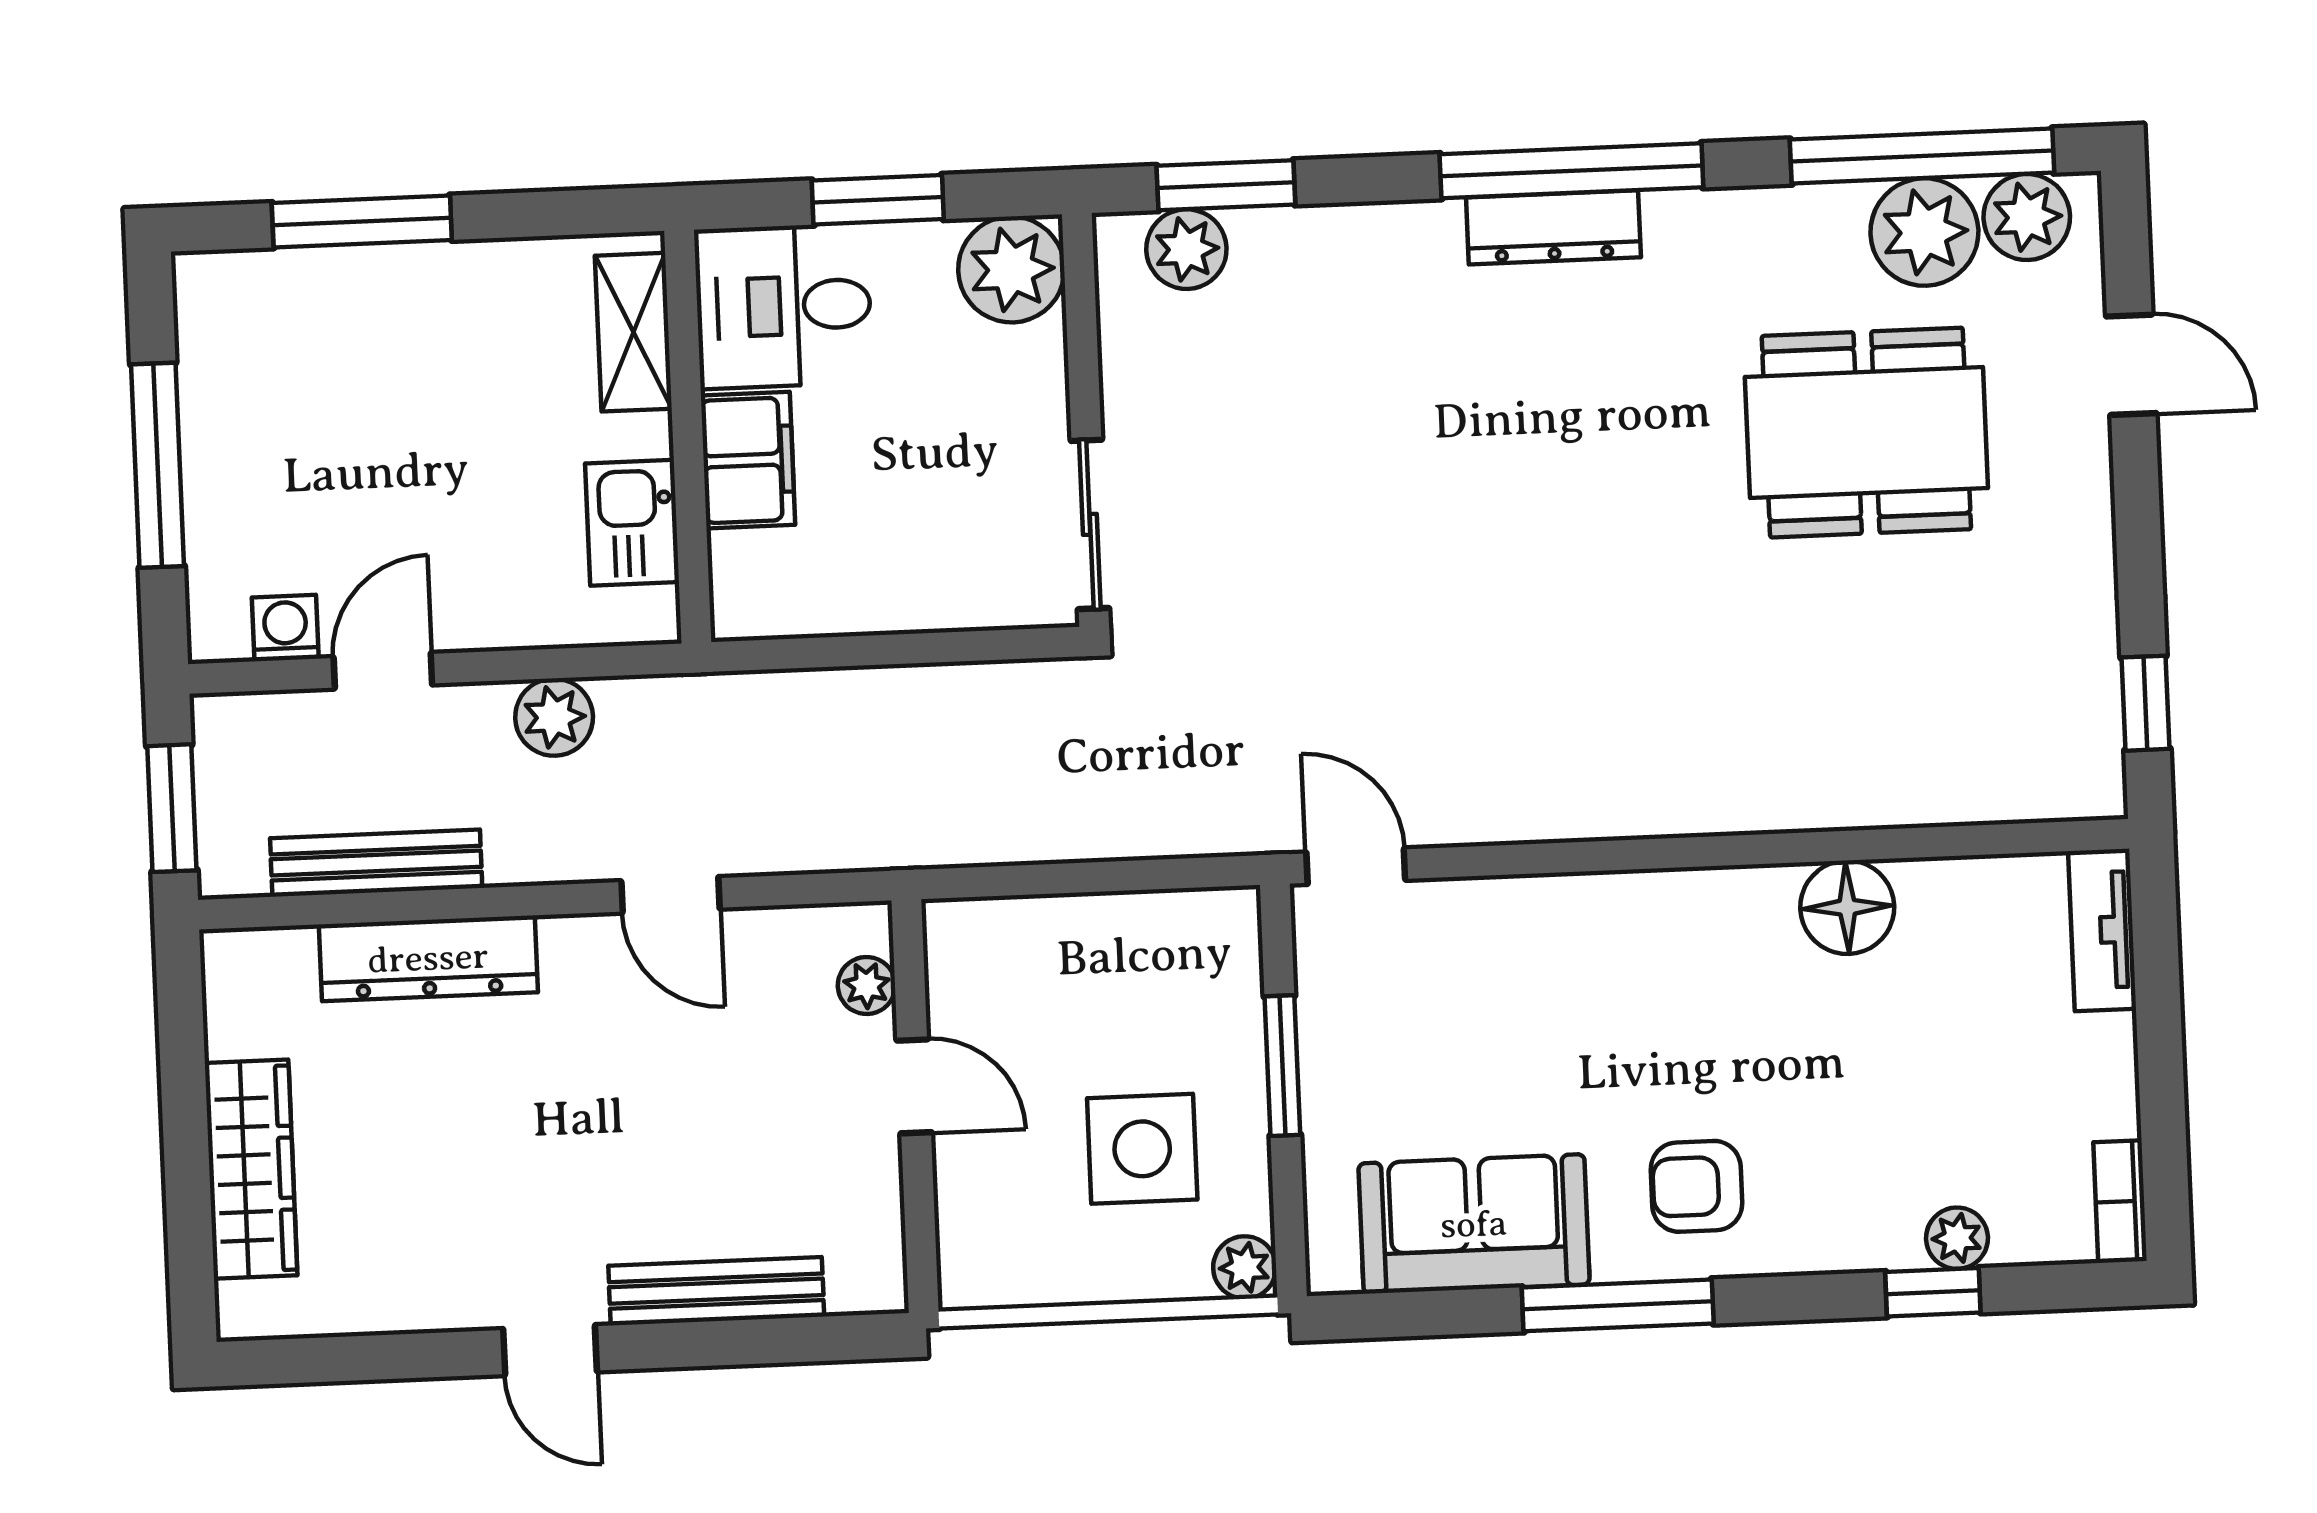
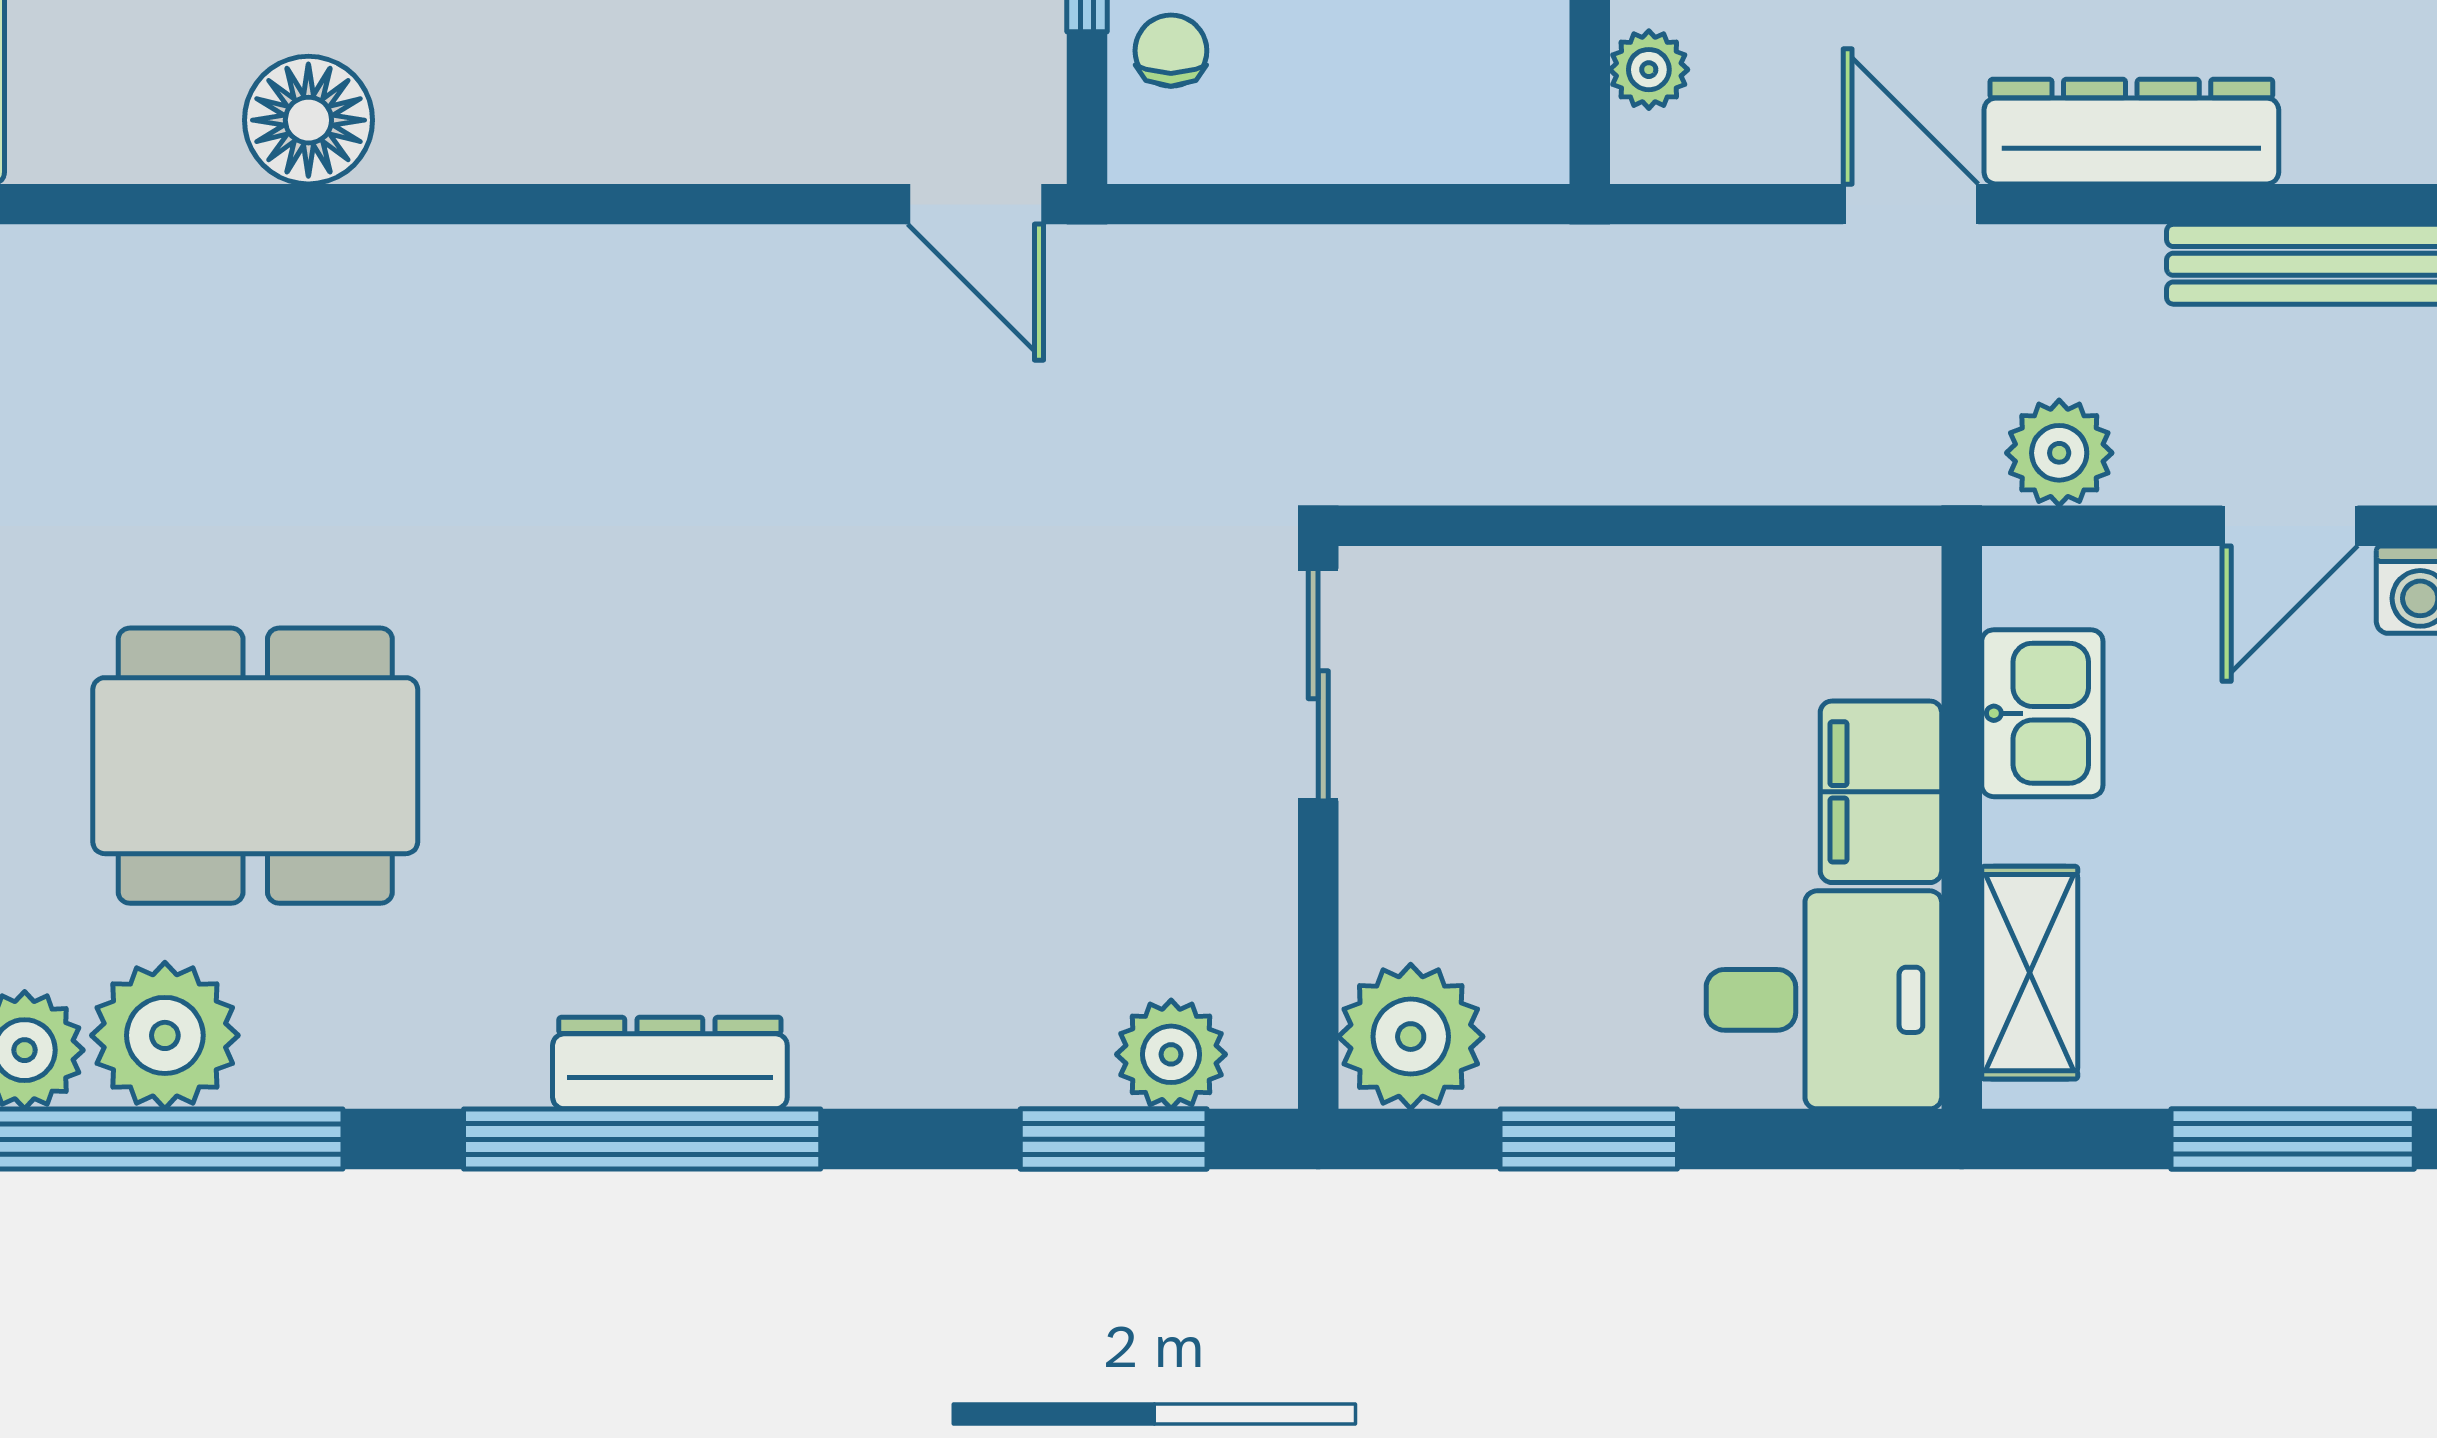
desk: (783, 306) -> (1824, 1000), moved
shelving: (633, 332) -> (2030, 973), moved
wall: (688, 437) -> (1962, 827), moved
filing cabinet: (748, 460) -> (1881, 792), moved
kitchen sink: (632, 523) -> (2042, 713), moved
dresser: (428, 958) -> (2131, 132), moved
chair: (1217, 985) -> (1171, 51), added

